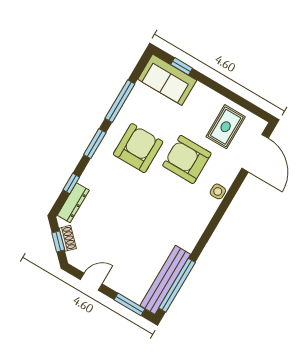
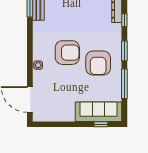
sofa: (167, 80) -> (98, 112), width x1.36
rug: (226, 127) -> (55, 105), removed
armchair: (187, 159) -> (67, 53), moved

